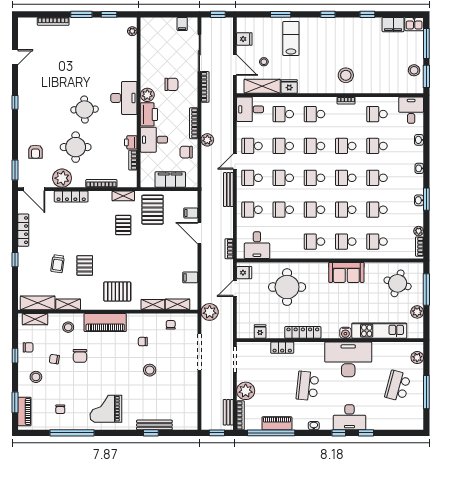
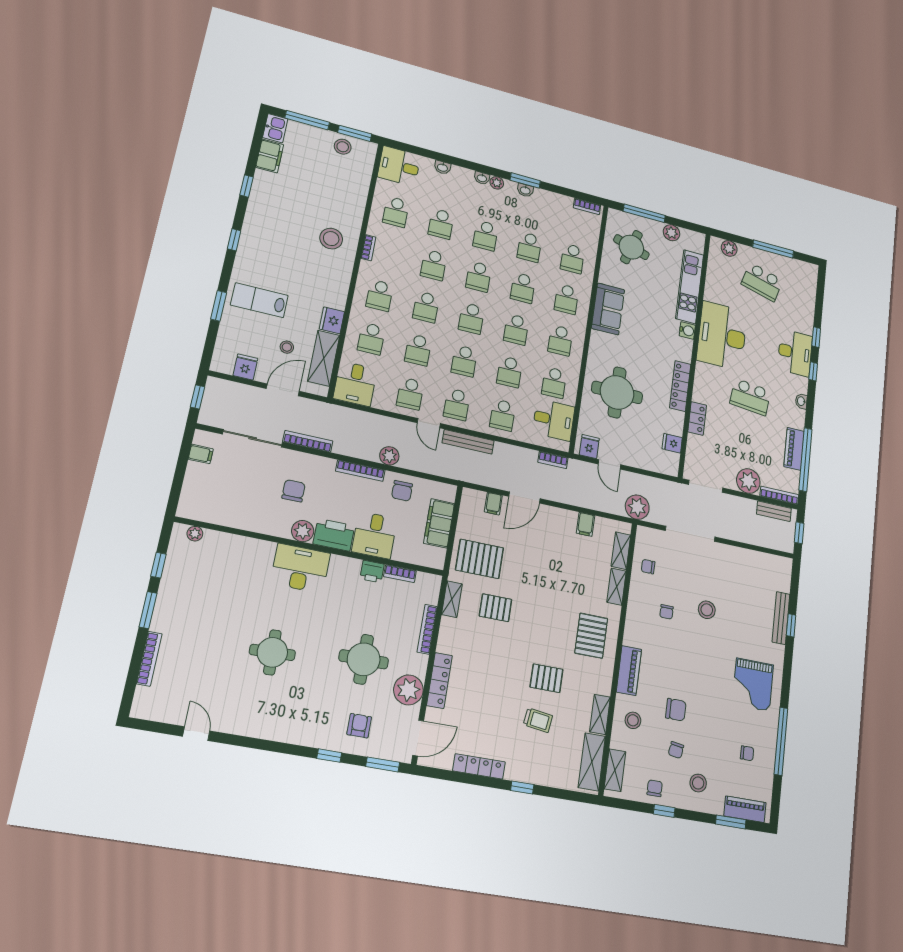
window: (15, 102) -> (329, 756), moved
round table: (85, 110) -> (272, 652), moved
armchair: (35, 152) -> (359, 726), turned -90
plant: (419, 231) -> (497, 183), moved
school desk: (283, 242) -> (554, 383), added
piano: (105, 323) -> (629, 671), width x0.73, depth x0.75

